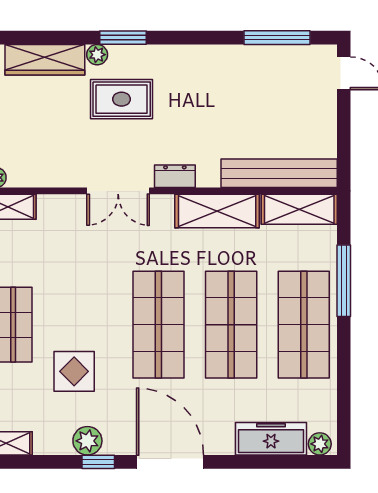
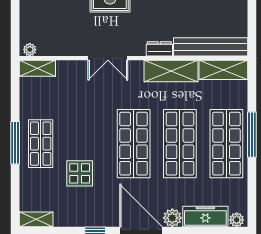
dresser: (175, 176) -> (159, 49), moved
window: (344, 281) -> (252, 135), moved
plant: (87, 441) -> (172, 218), moved

